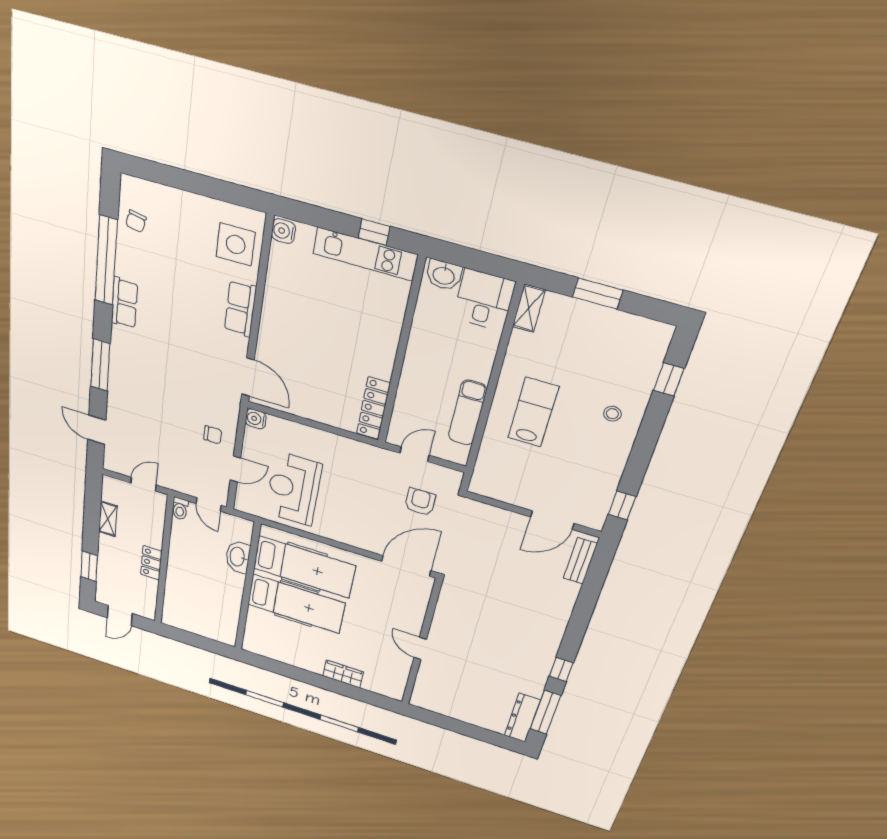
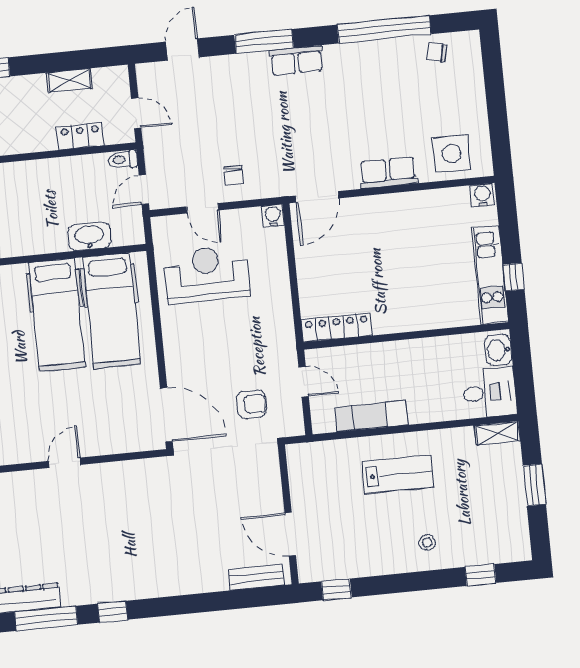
row of seats: (124, 303) -> (297, 60), moved
locker: (151, 563) -> (80, 136), moved

